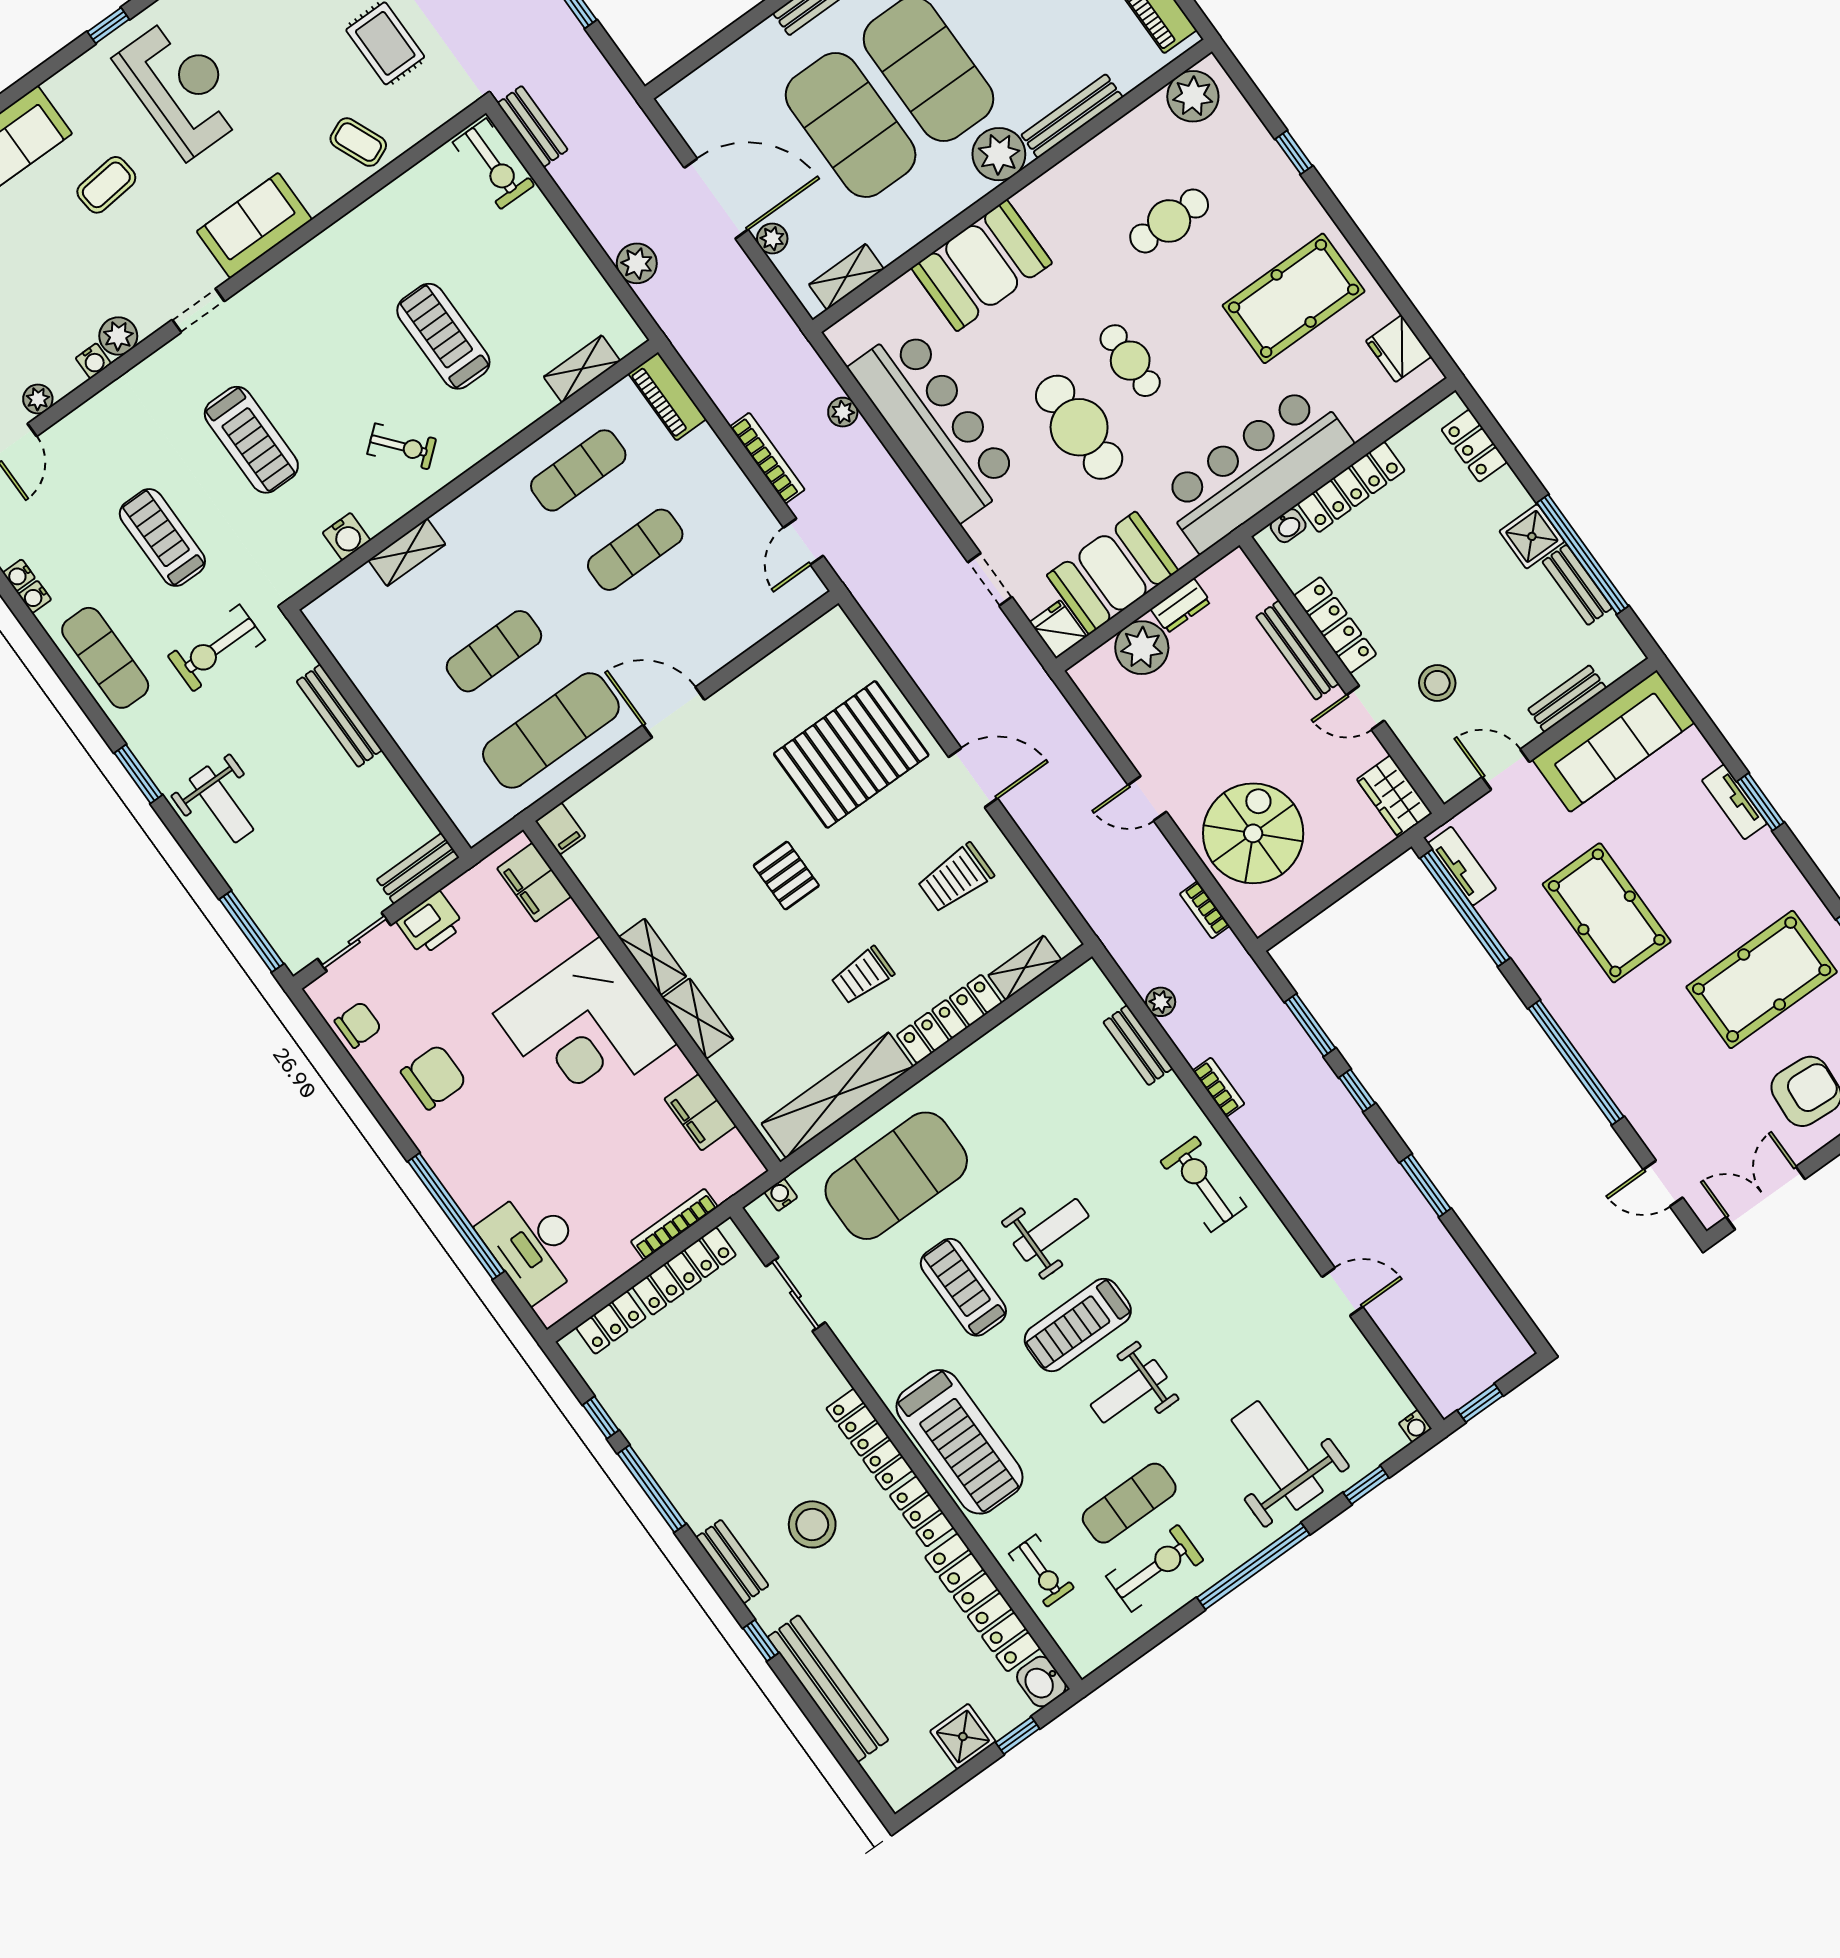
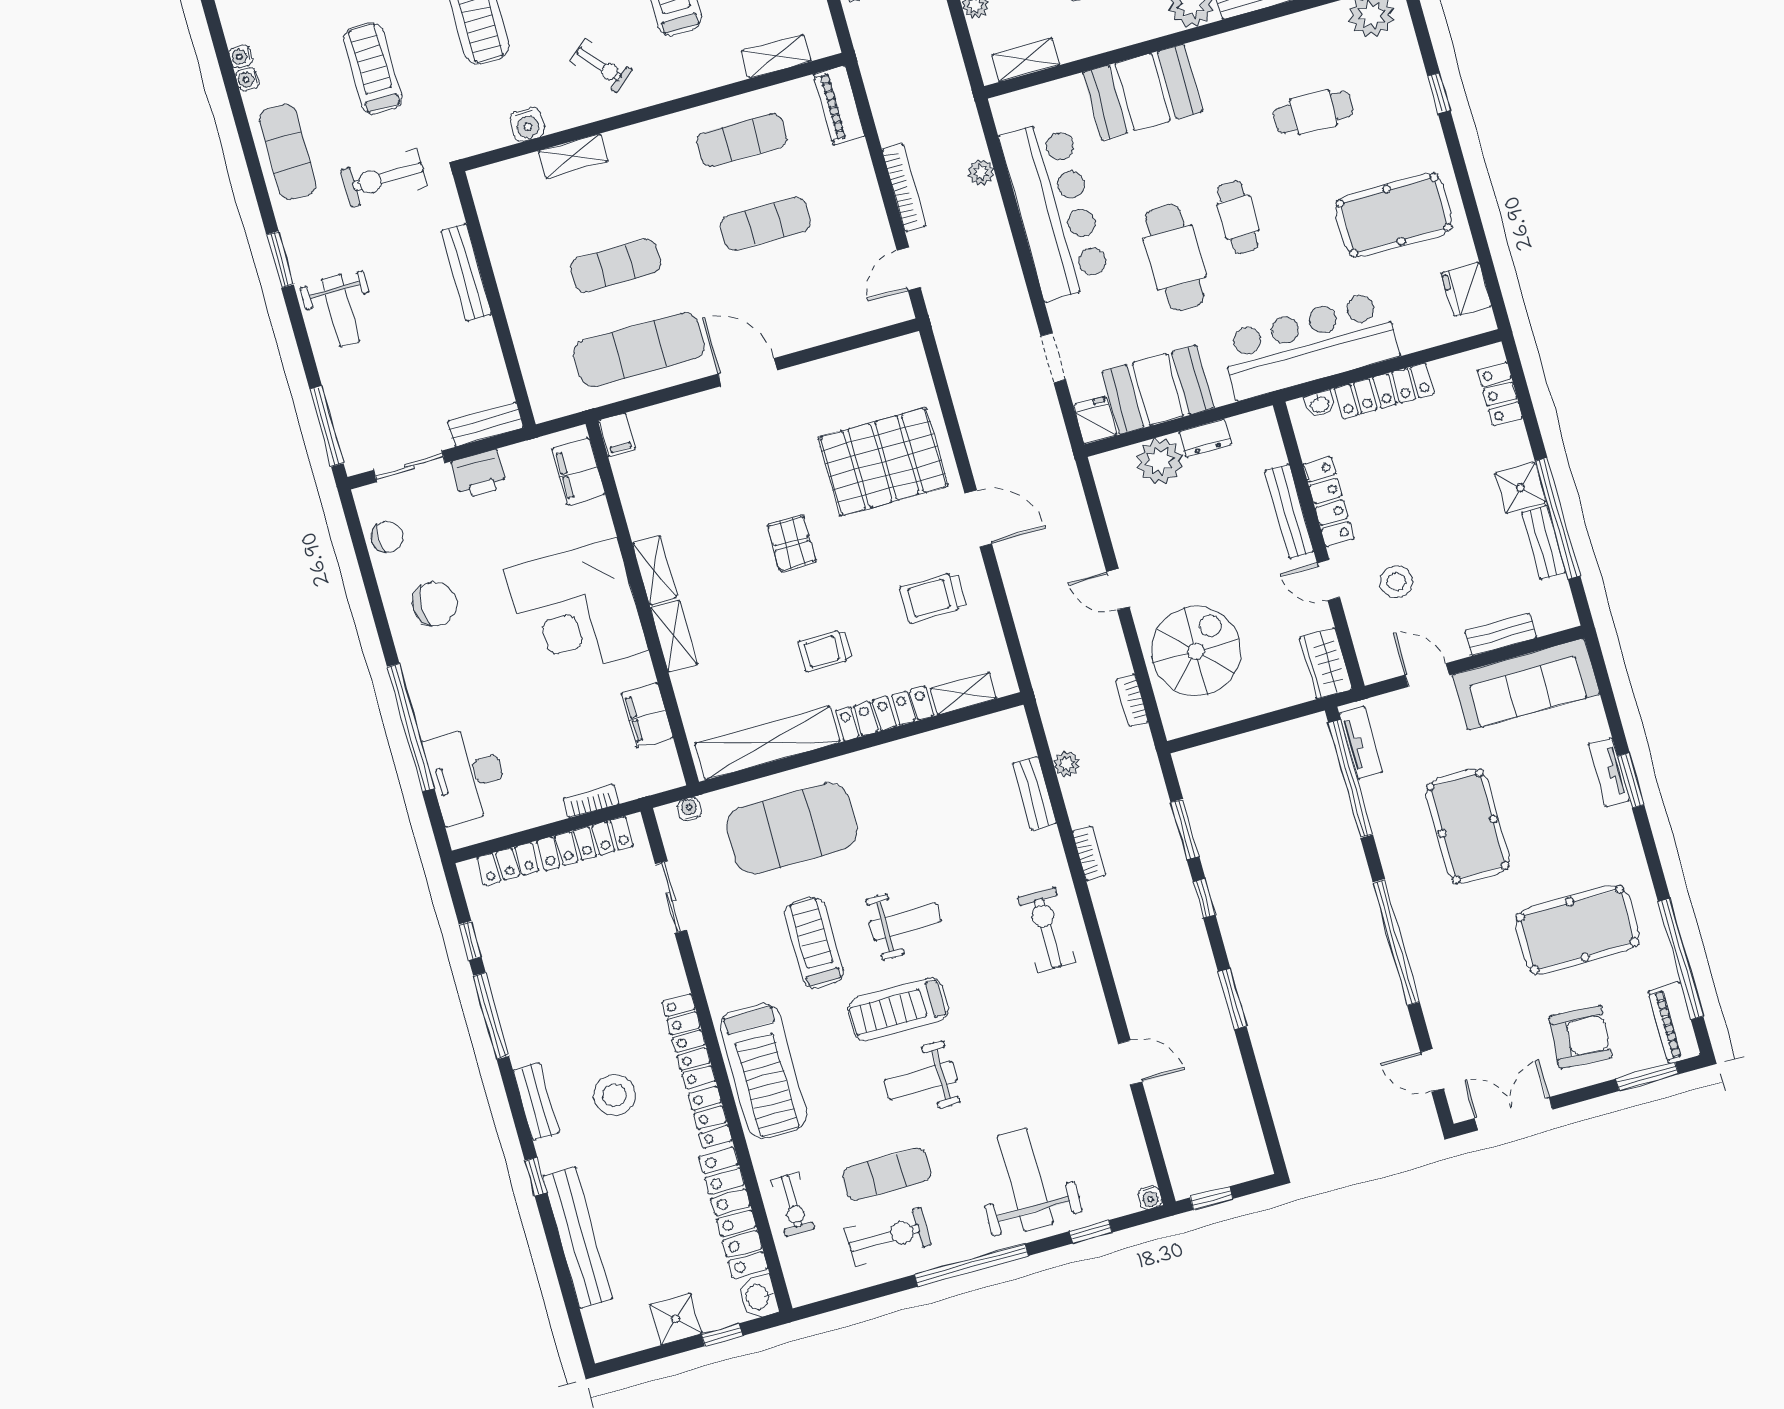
bookcase: (674, 1224) -> (591, 801), width x0.64

